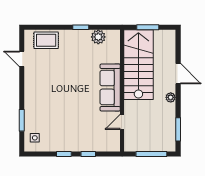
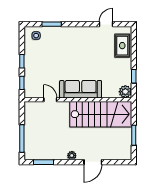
stairs: (138, 65) -> (101, 114), moved
sofa: (110, 87) -> (81, 89), moved
wall: (122, 91) -> (78, 100), moved
door: (122, 122) -> (50, 100), moved

